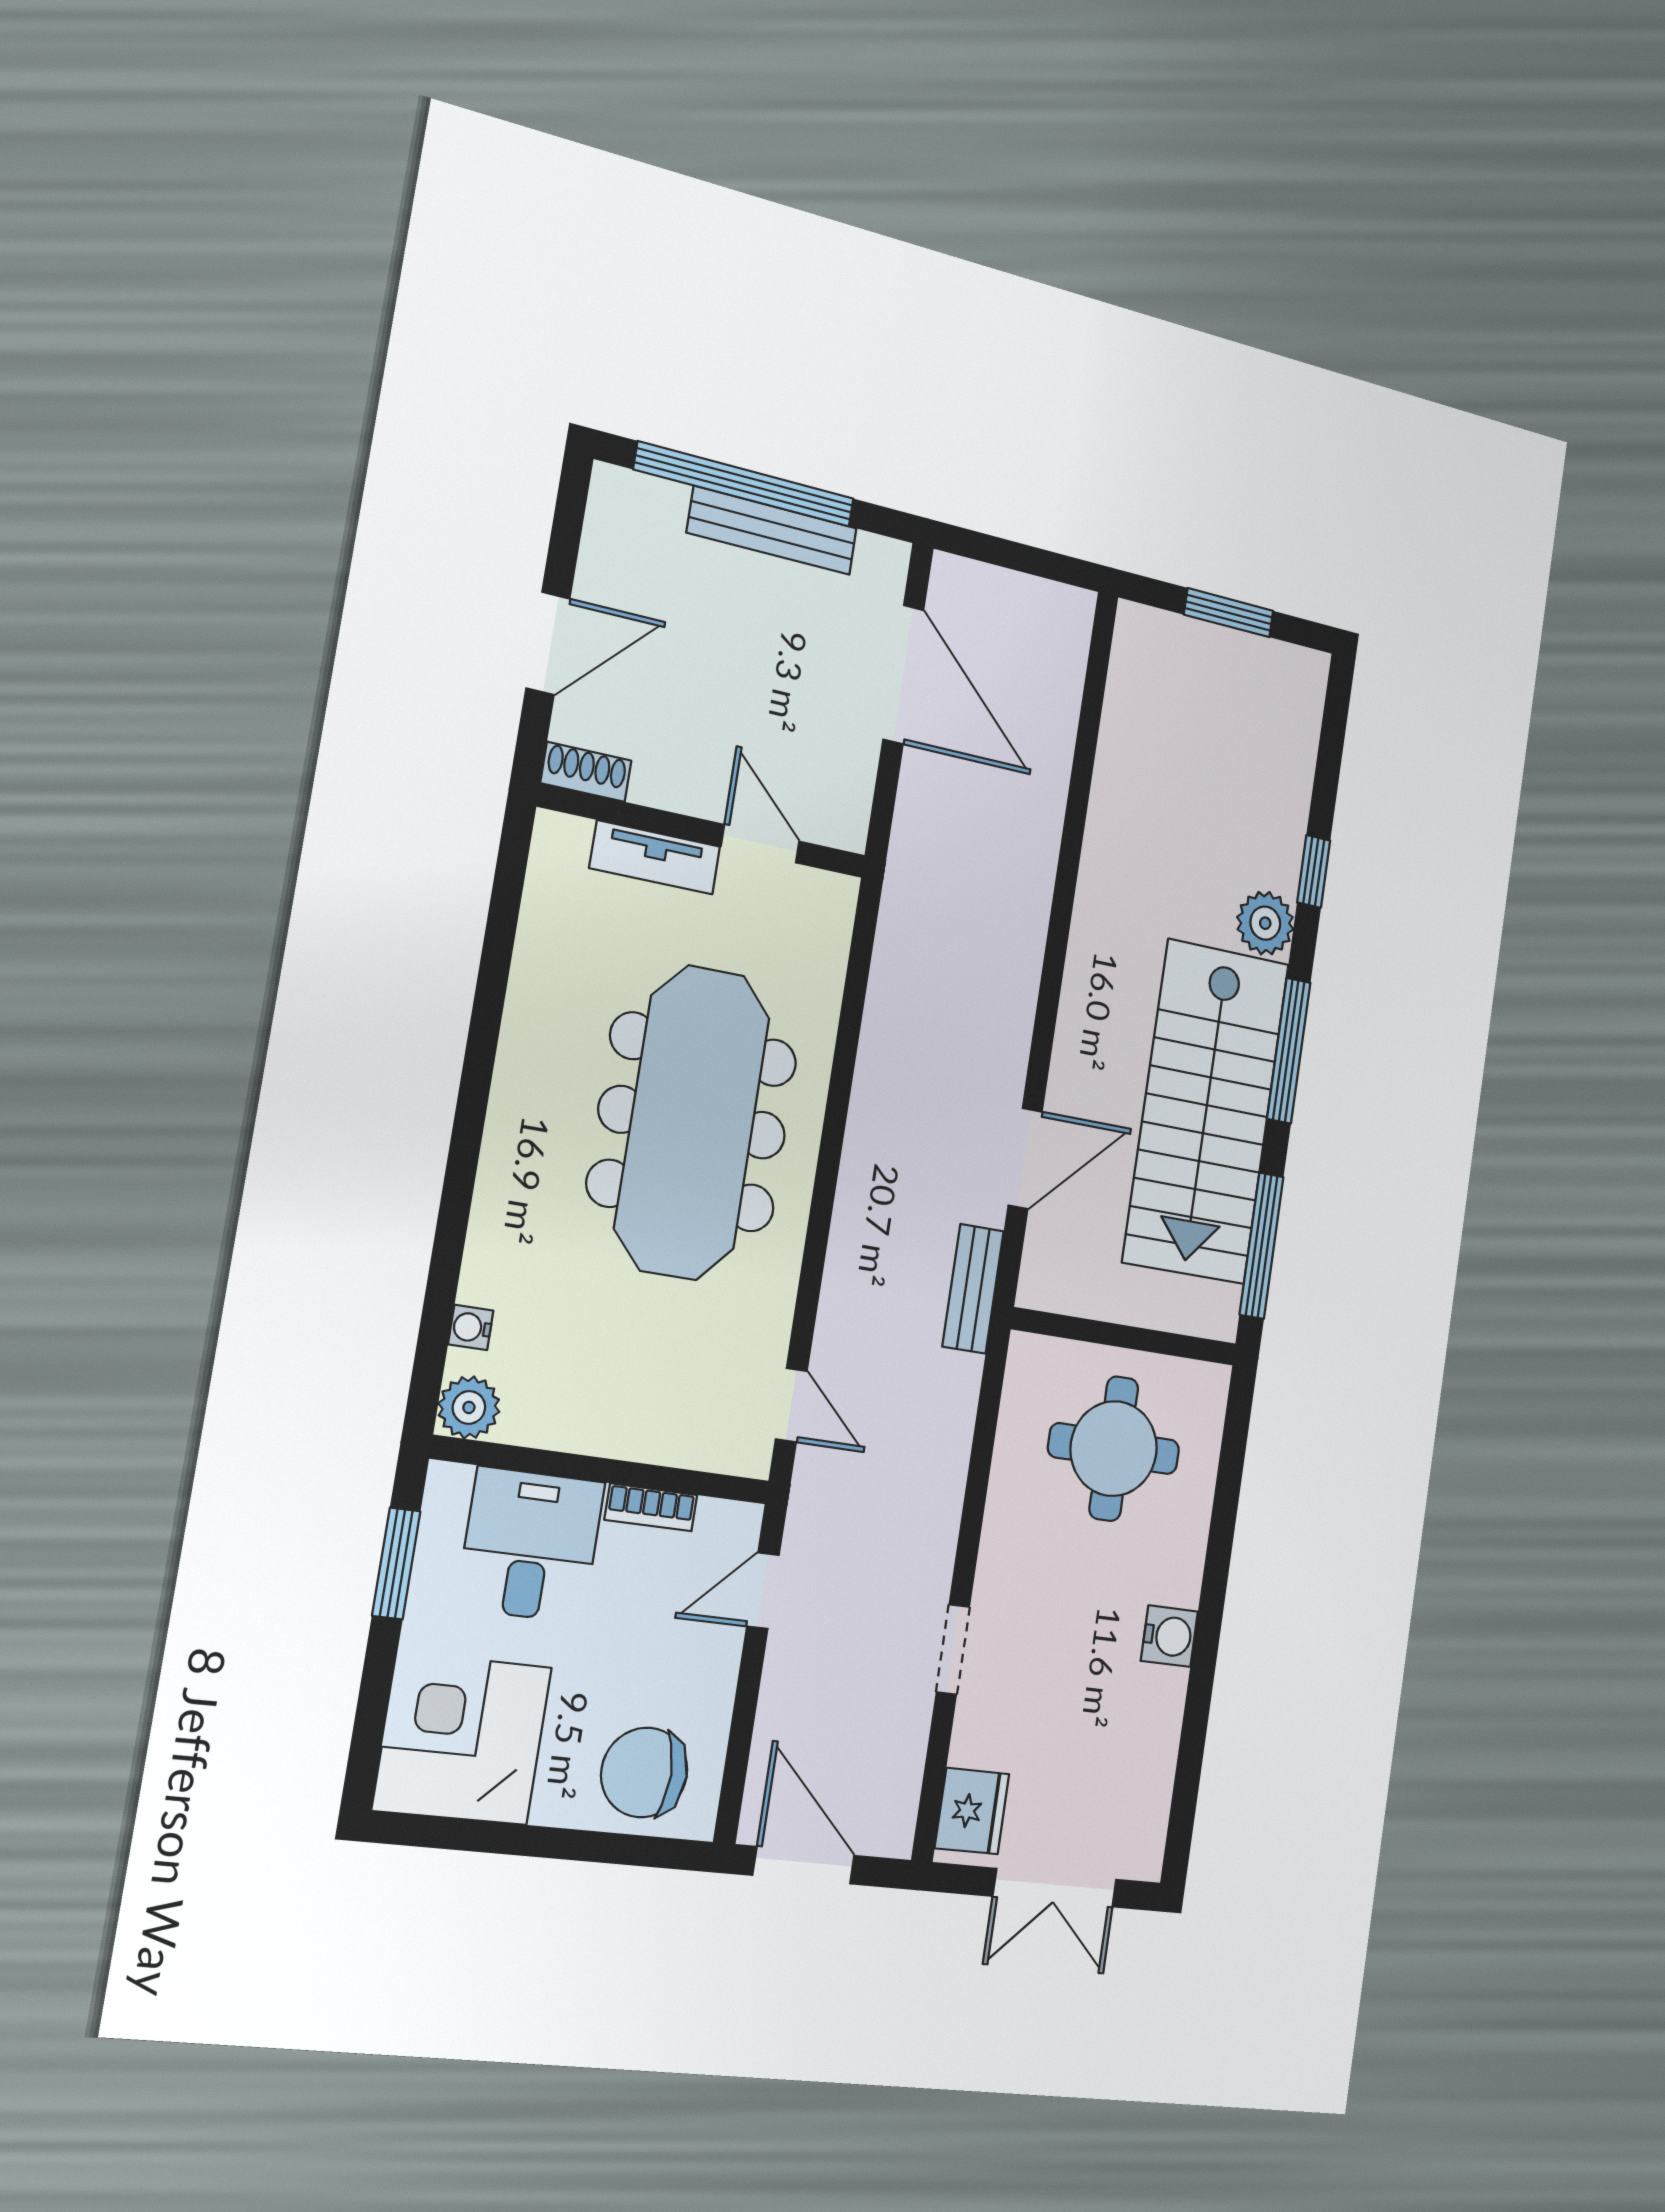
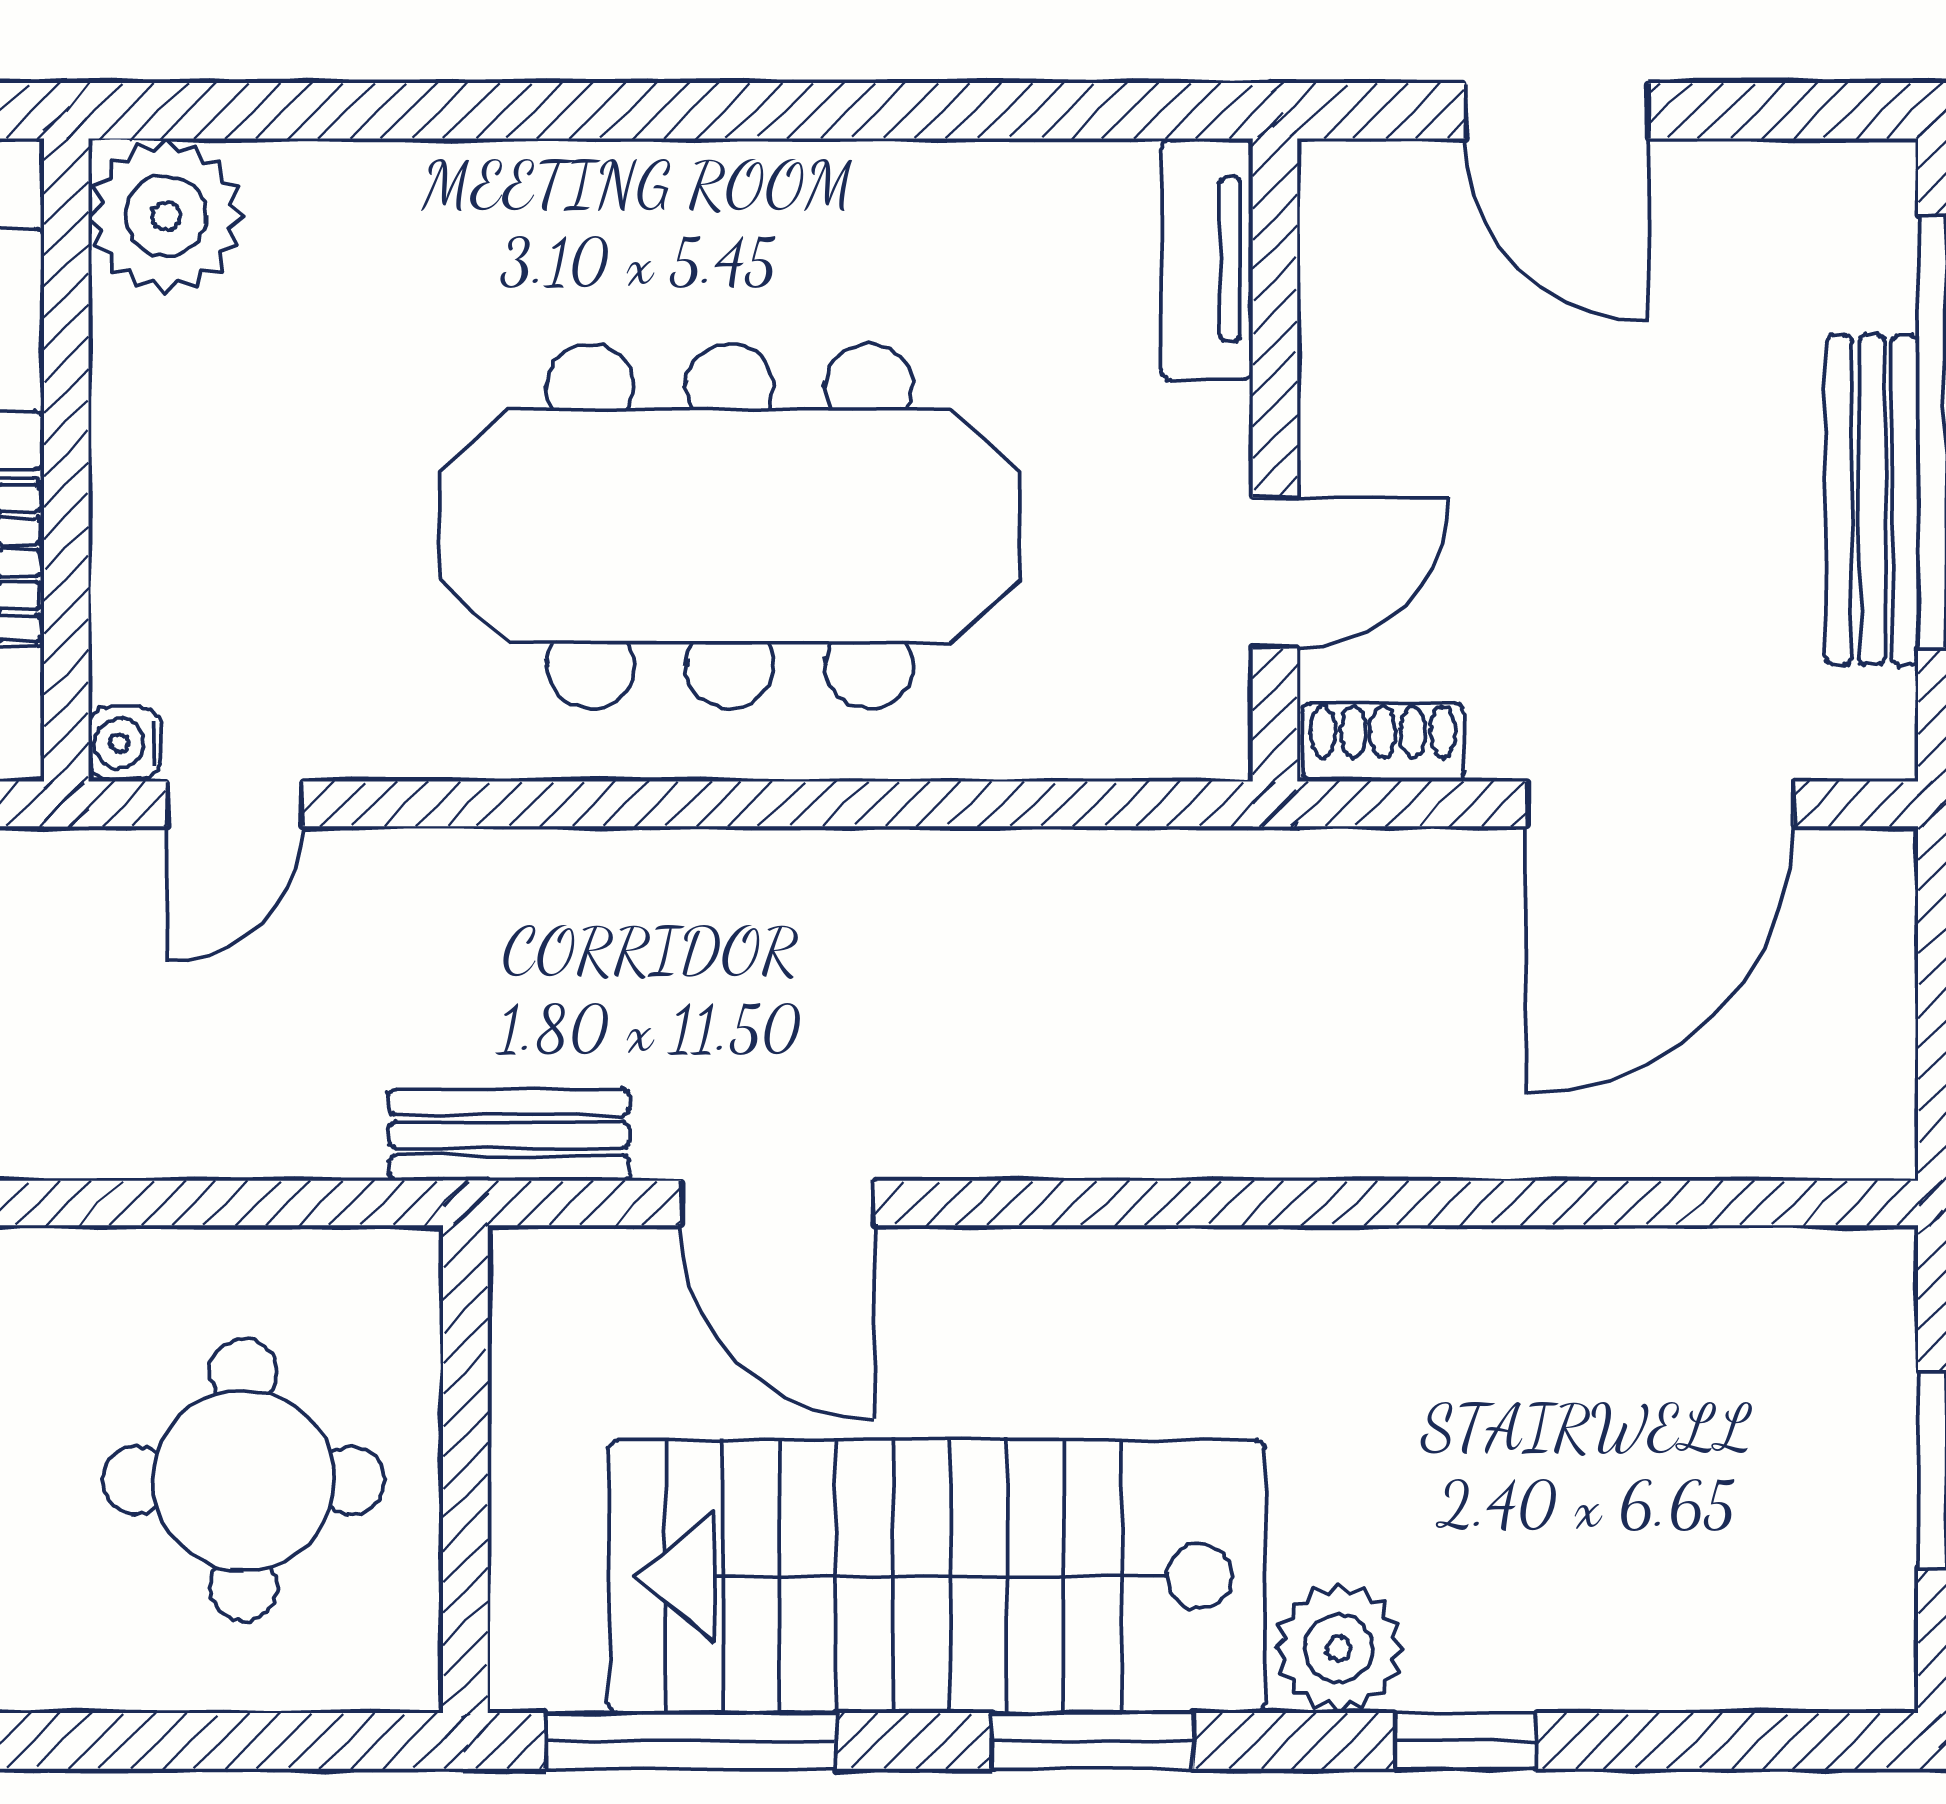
shoe rack: (586, 772) -> (1383, 742), moved, turned -90
tv unit: (655, 857) -> (1207, 259), moved
window: (1289, 1051) -> (1092, 1741), width x0.69
water cooler: (471, 1327) -> (125, 743), moved, turned -90
plant: (469, 1407) -> (166, 216), width x1.36, depth x1.36

